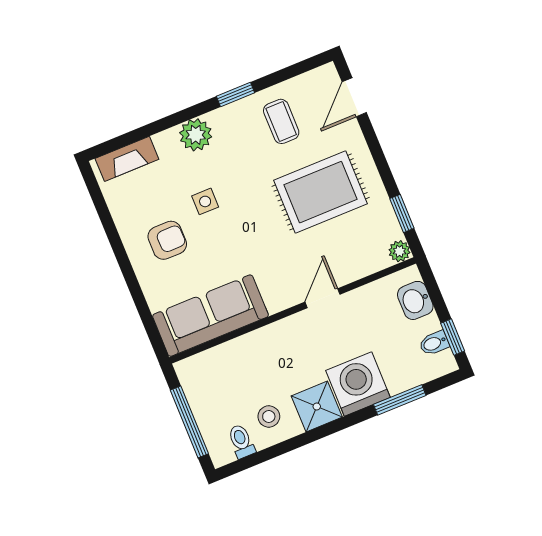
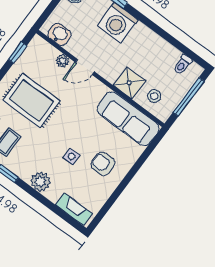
plant: (399, 251) -> (62, 61), moved
washbasin: (415, 300) -> (59, 34), moved, turned -90
shower: (317, 406) -> (129, 83), moved
stool: (269, 416) -> (154, 96), moved

